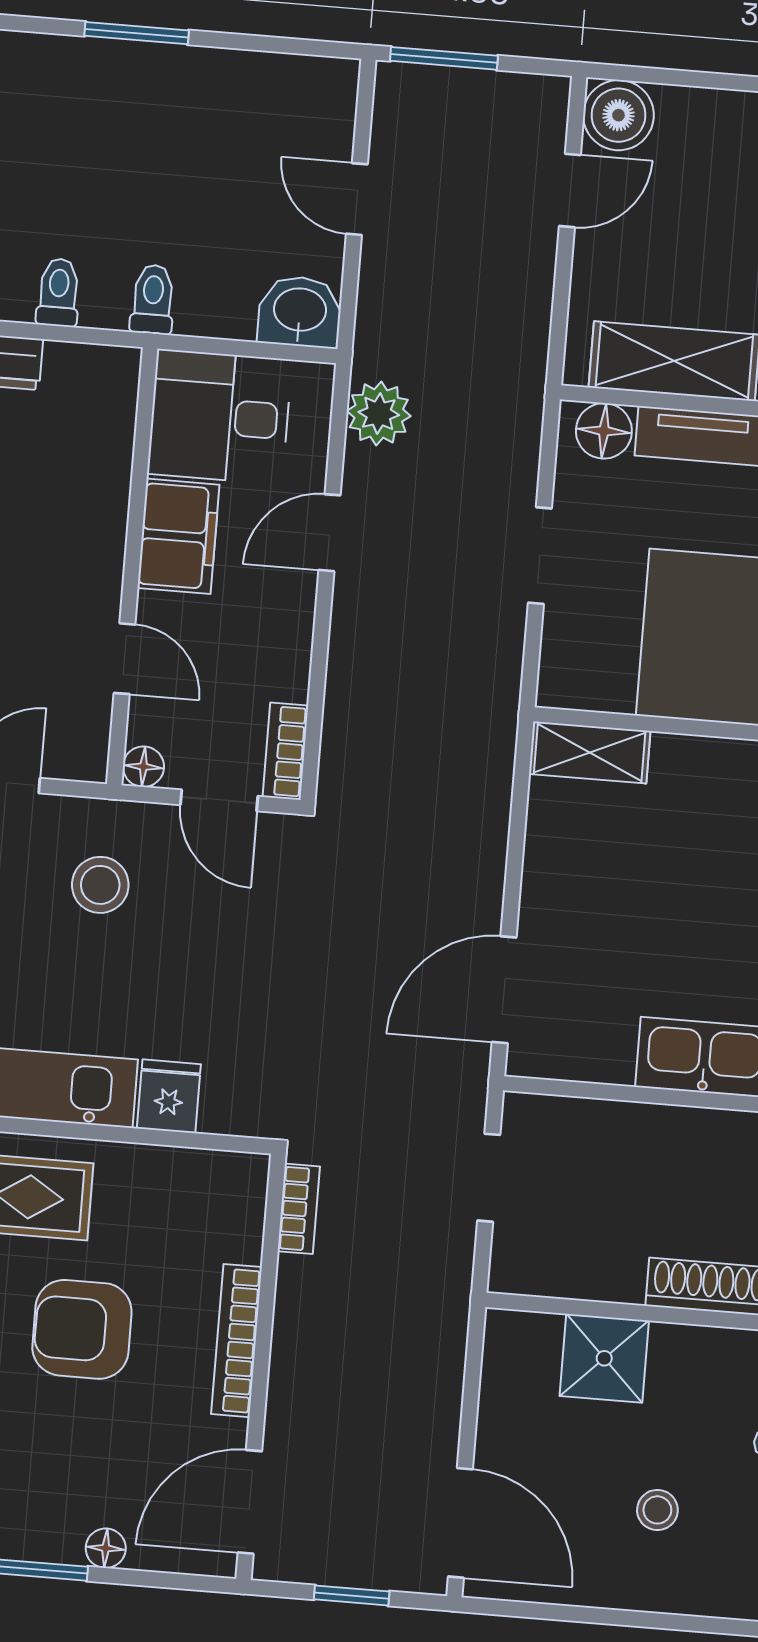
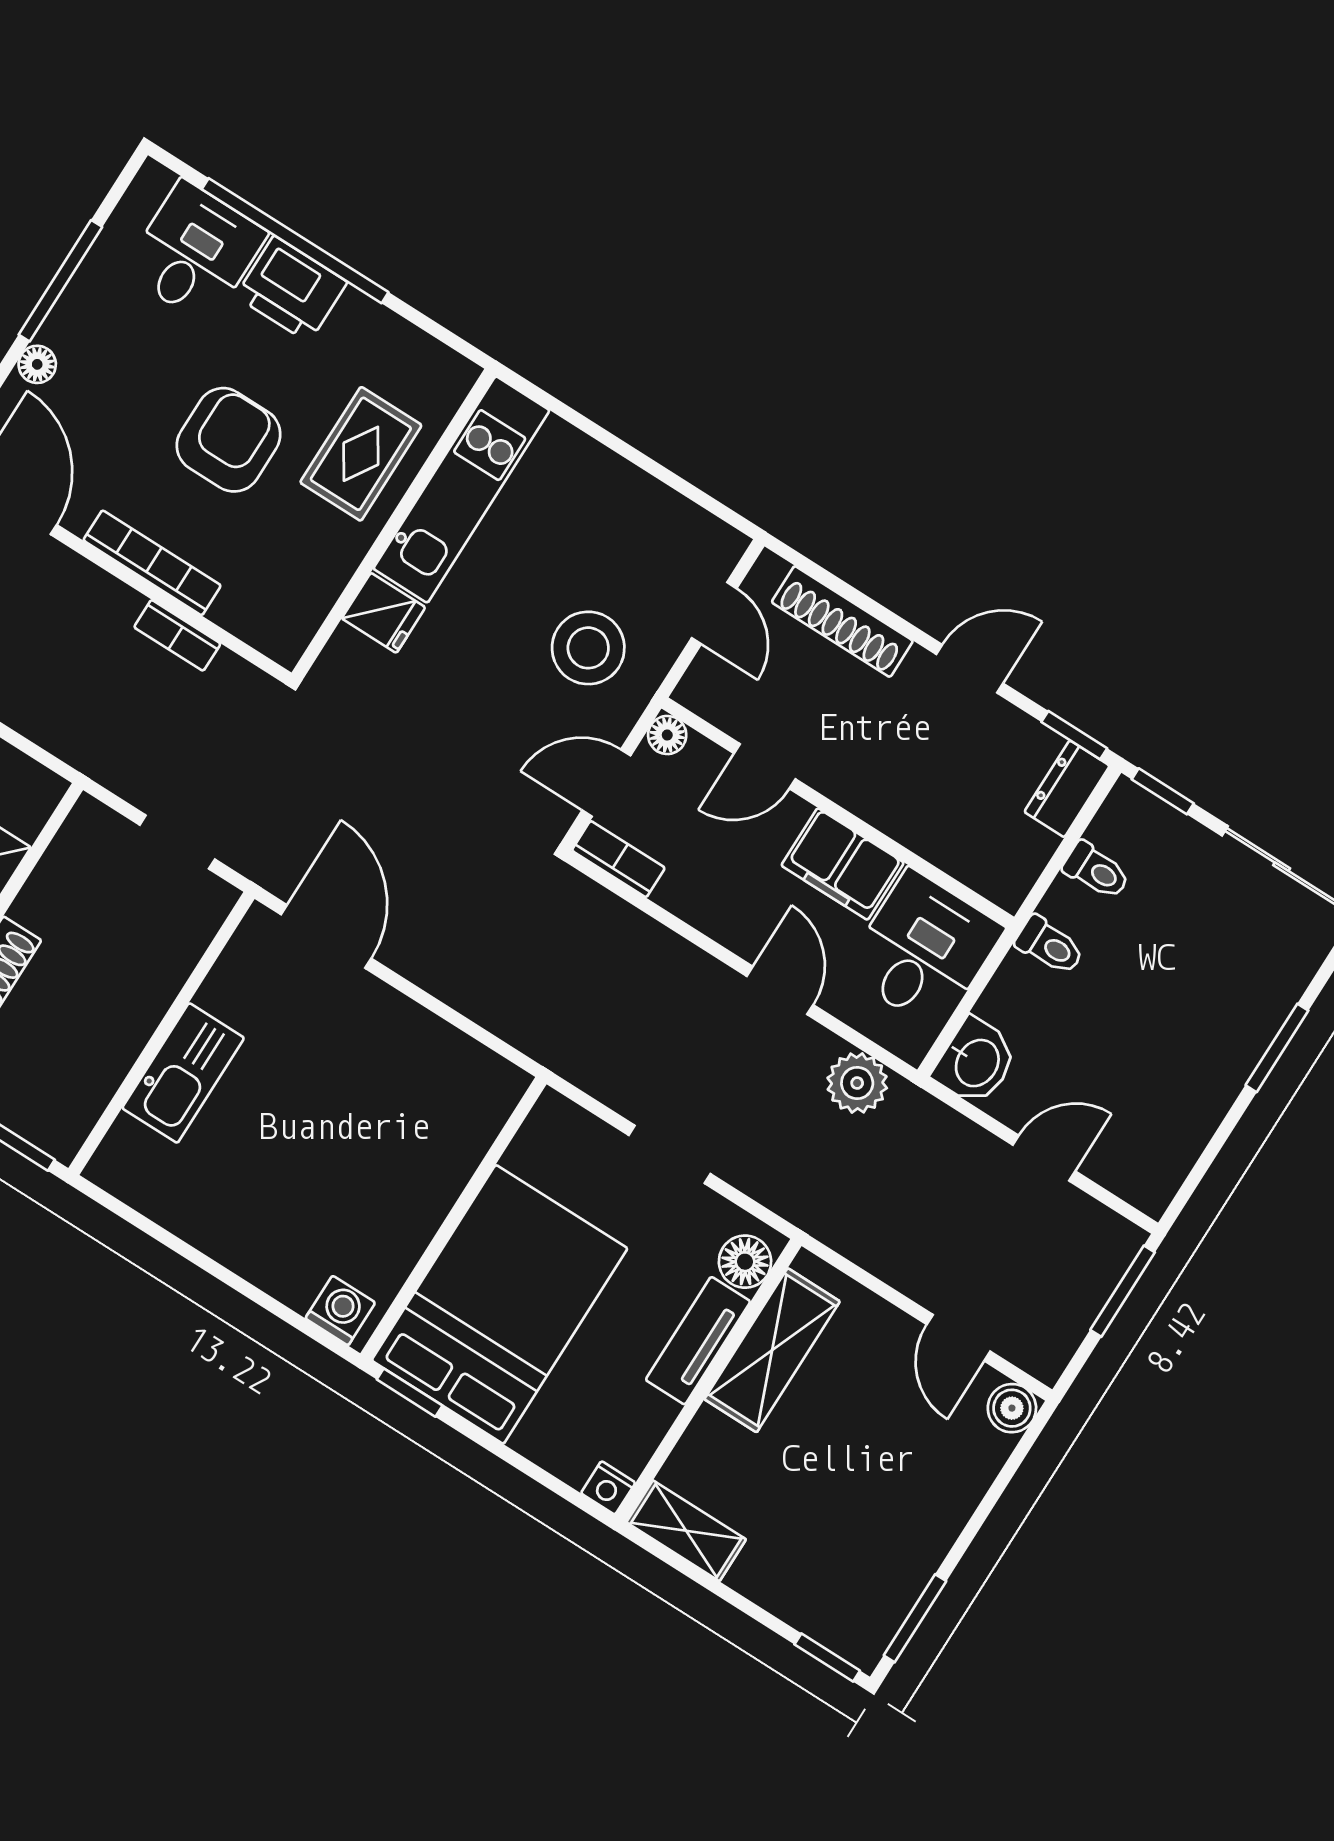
boiler: (618, 115) -> (1012, 1408), width x0.73, depth x0.73
shelving: (590, 752) -> (485, 1110), removed
stool: (100, 885) -> (588, 648), width x1.38, depth x1.38
bookcase: (299, 1209) -> (177, 635), moved

